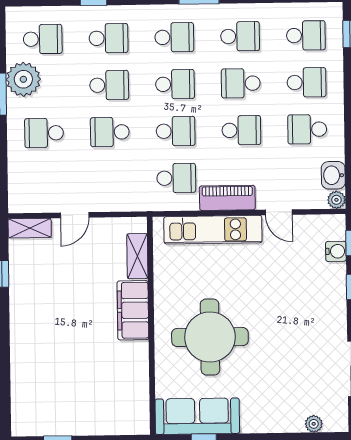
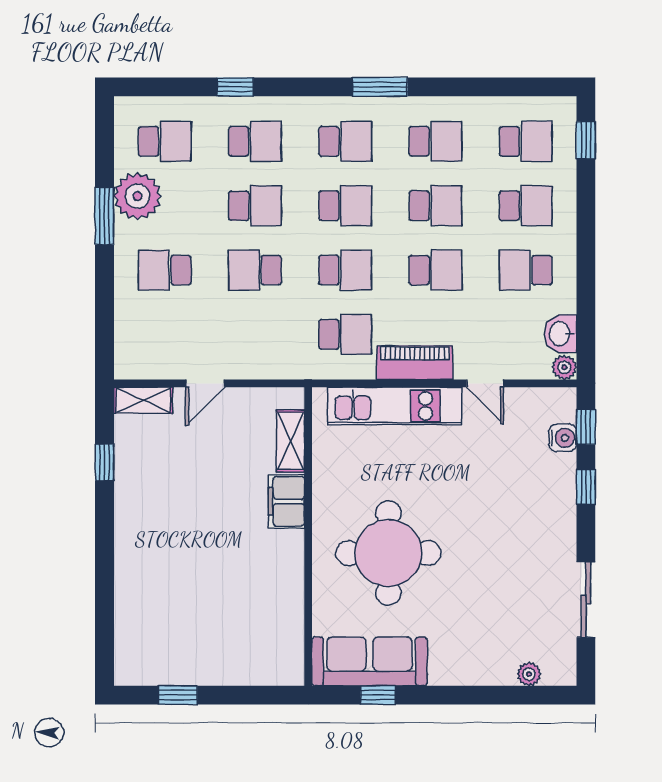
school desk: (241, 83) -> (435, 206), turned 180
filing cabinet: (133, 310) -> (286, 501), width x0.67, depth x0.86

